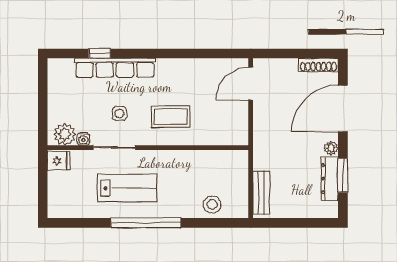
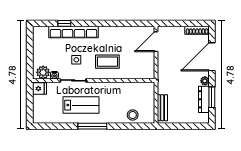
window: (146, 223) -> (92, 126), width x0.68

